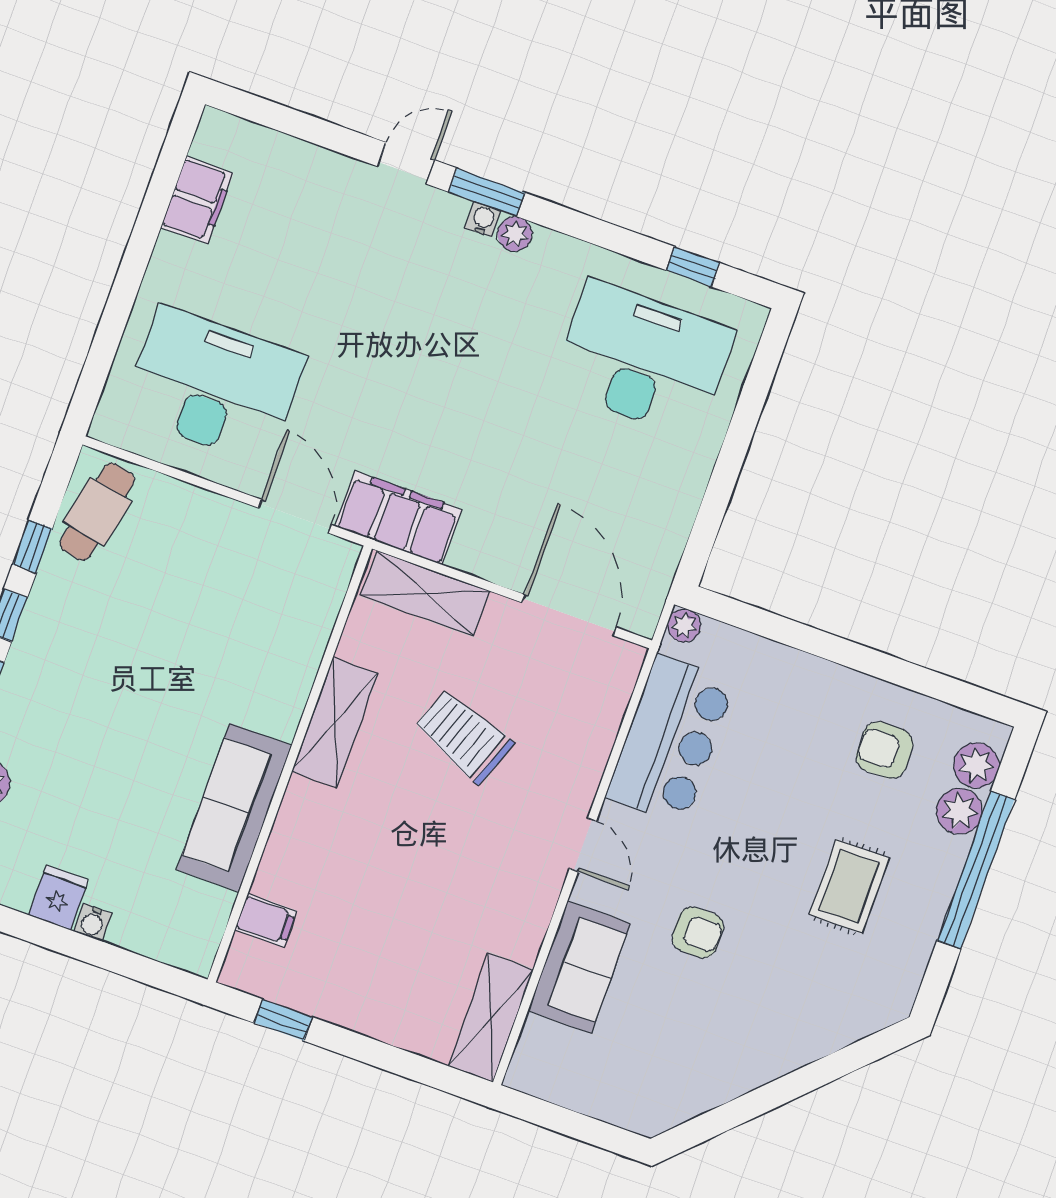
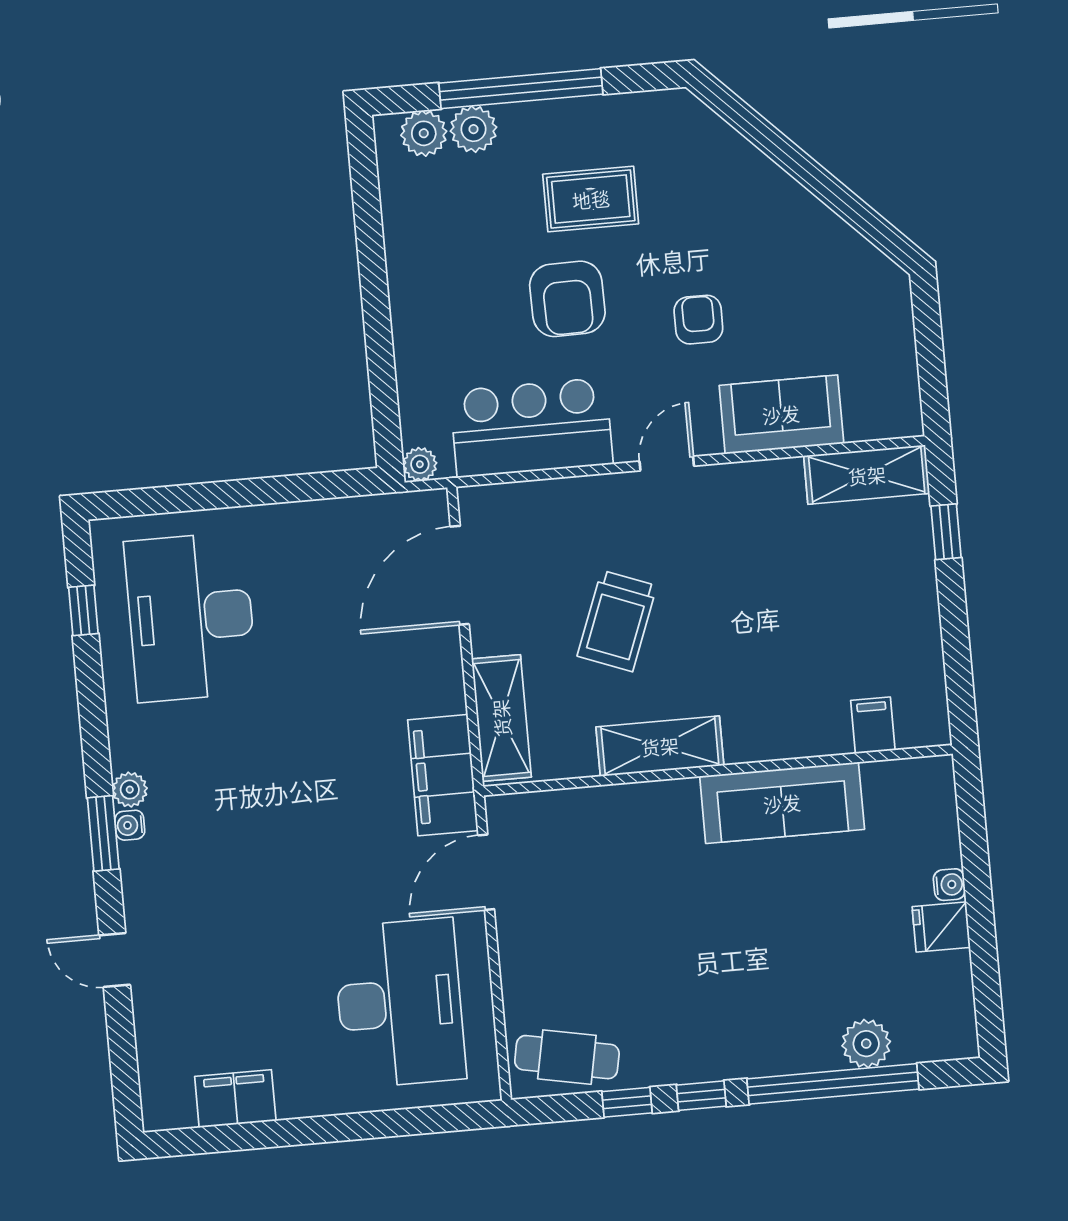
door: (406, 163) -> (115, 960), moved
desk: (214, 385) -> (400, 1003), turned 180
armchair: (885, 750) -> (567, 299), moved, width x1.38, depth x1.38
window: (283, 1020) -> (946, 532), moved

